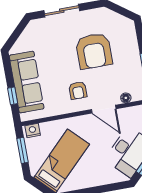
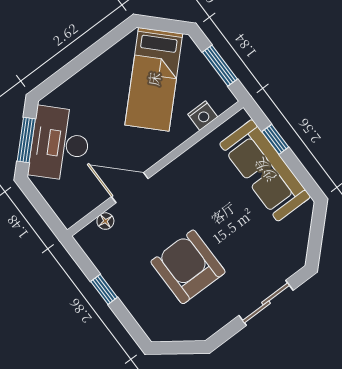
armchair: (78, 90) -> (182, 196), removed
nightstand: (33, 130) -> (203, 116), moved

